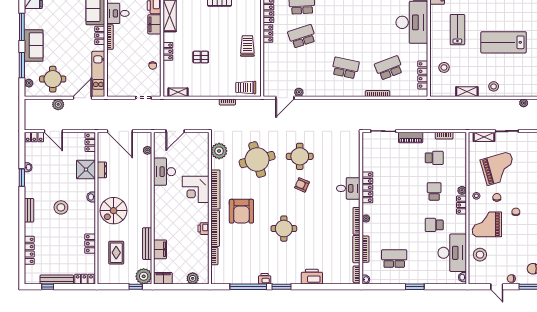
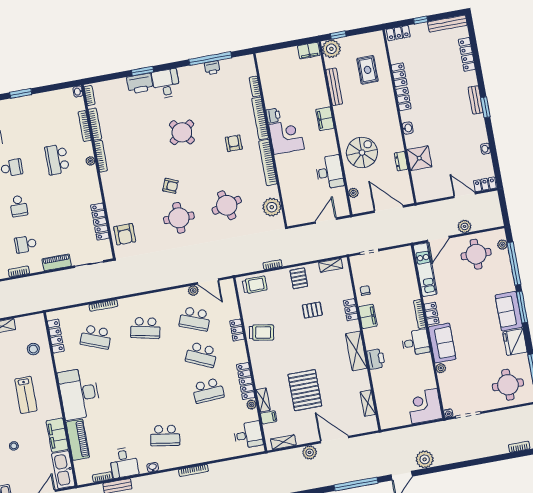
filing cabinet: (154, 24) -> (368, 316), moved
locker: (268, 33) -> (237, 330), moved
school desk: (302, 36) -> (201, 355), turned 42
sofa: (34, 45) -> (509, 311), moved
trolley: (247, 46) -> (261, 333), turned -80
window: (22, 65) -> (514, 264), width x1.46
school desk: (302, 68) -> (195, 319), added
school desk: (389, 68) -> (96, 337), turned 42
pallet: (207, 86) -> (299, 278), added
door: (285, 98) -> (208, 281), swing flipped
locker: (90, 142) -> (403, 99), moved
armchair: (348, 151) -> (125, 234), added
round table: (257, 160) -> (227, 205), width x0.73, depth x0.73
window: (22, 178) -> (485, 107), moved
locker: (367, 187) -> (100, 222), moved
desk: (348, 188) -> (166, 84), moved, turned 90
corner desk: (196, 189) -> (286, 137), moved
stool: (61, 207) -> (440, 110), removed
spiral stairs: (113, 211) -> (362, 152), moved
armchair: (241, 211) -> (234, 143), width x0.53, depth x0.53
round table: (284, 229) -> (182, 132), turned -37
filing cabinet: (160, 249) -> (325, 119), moved
school desk: (394, 259) -> (57, 159), moved, turned 90
plant: (193, 278) -> (275, 57), removed
printer: (265, 279) -> (212, 68), moved
bench: (57, 280) -> (447, 24), moved
window: (48, 287) -> (421, 20), moved
window: (281, 287) -> (143, 71), moved

